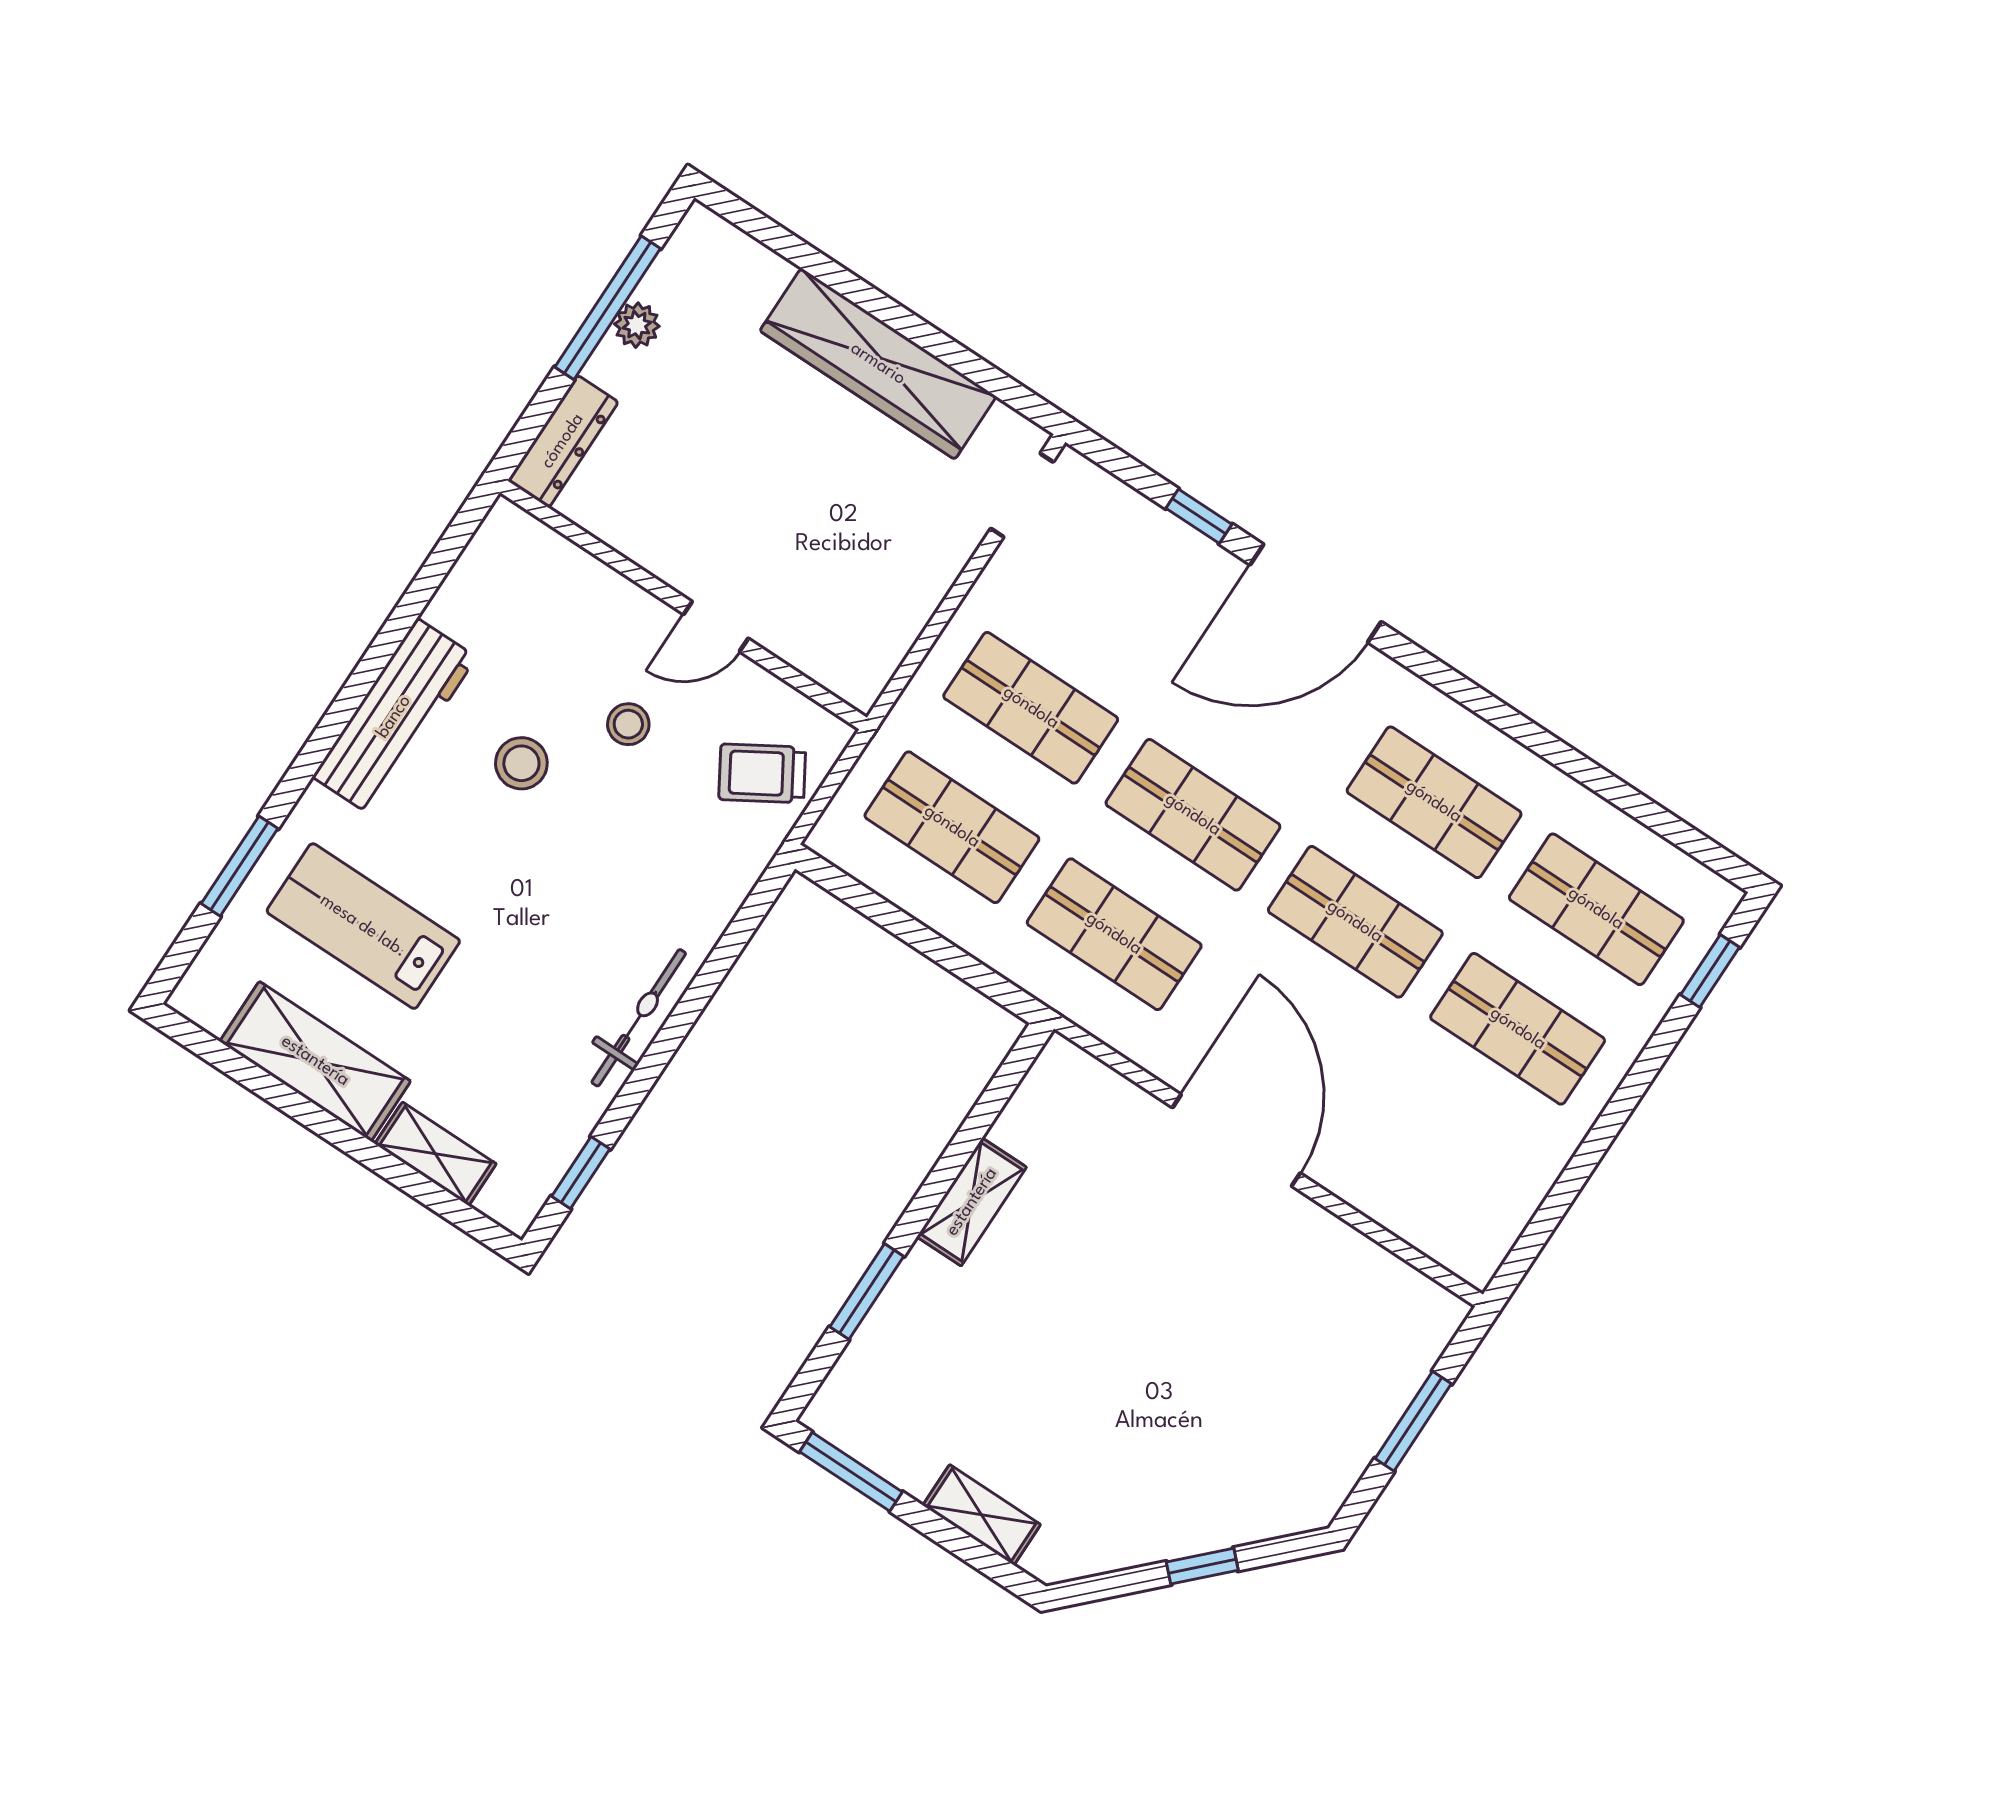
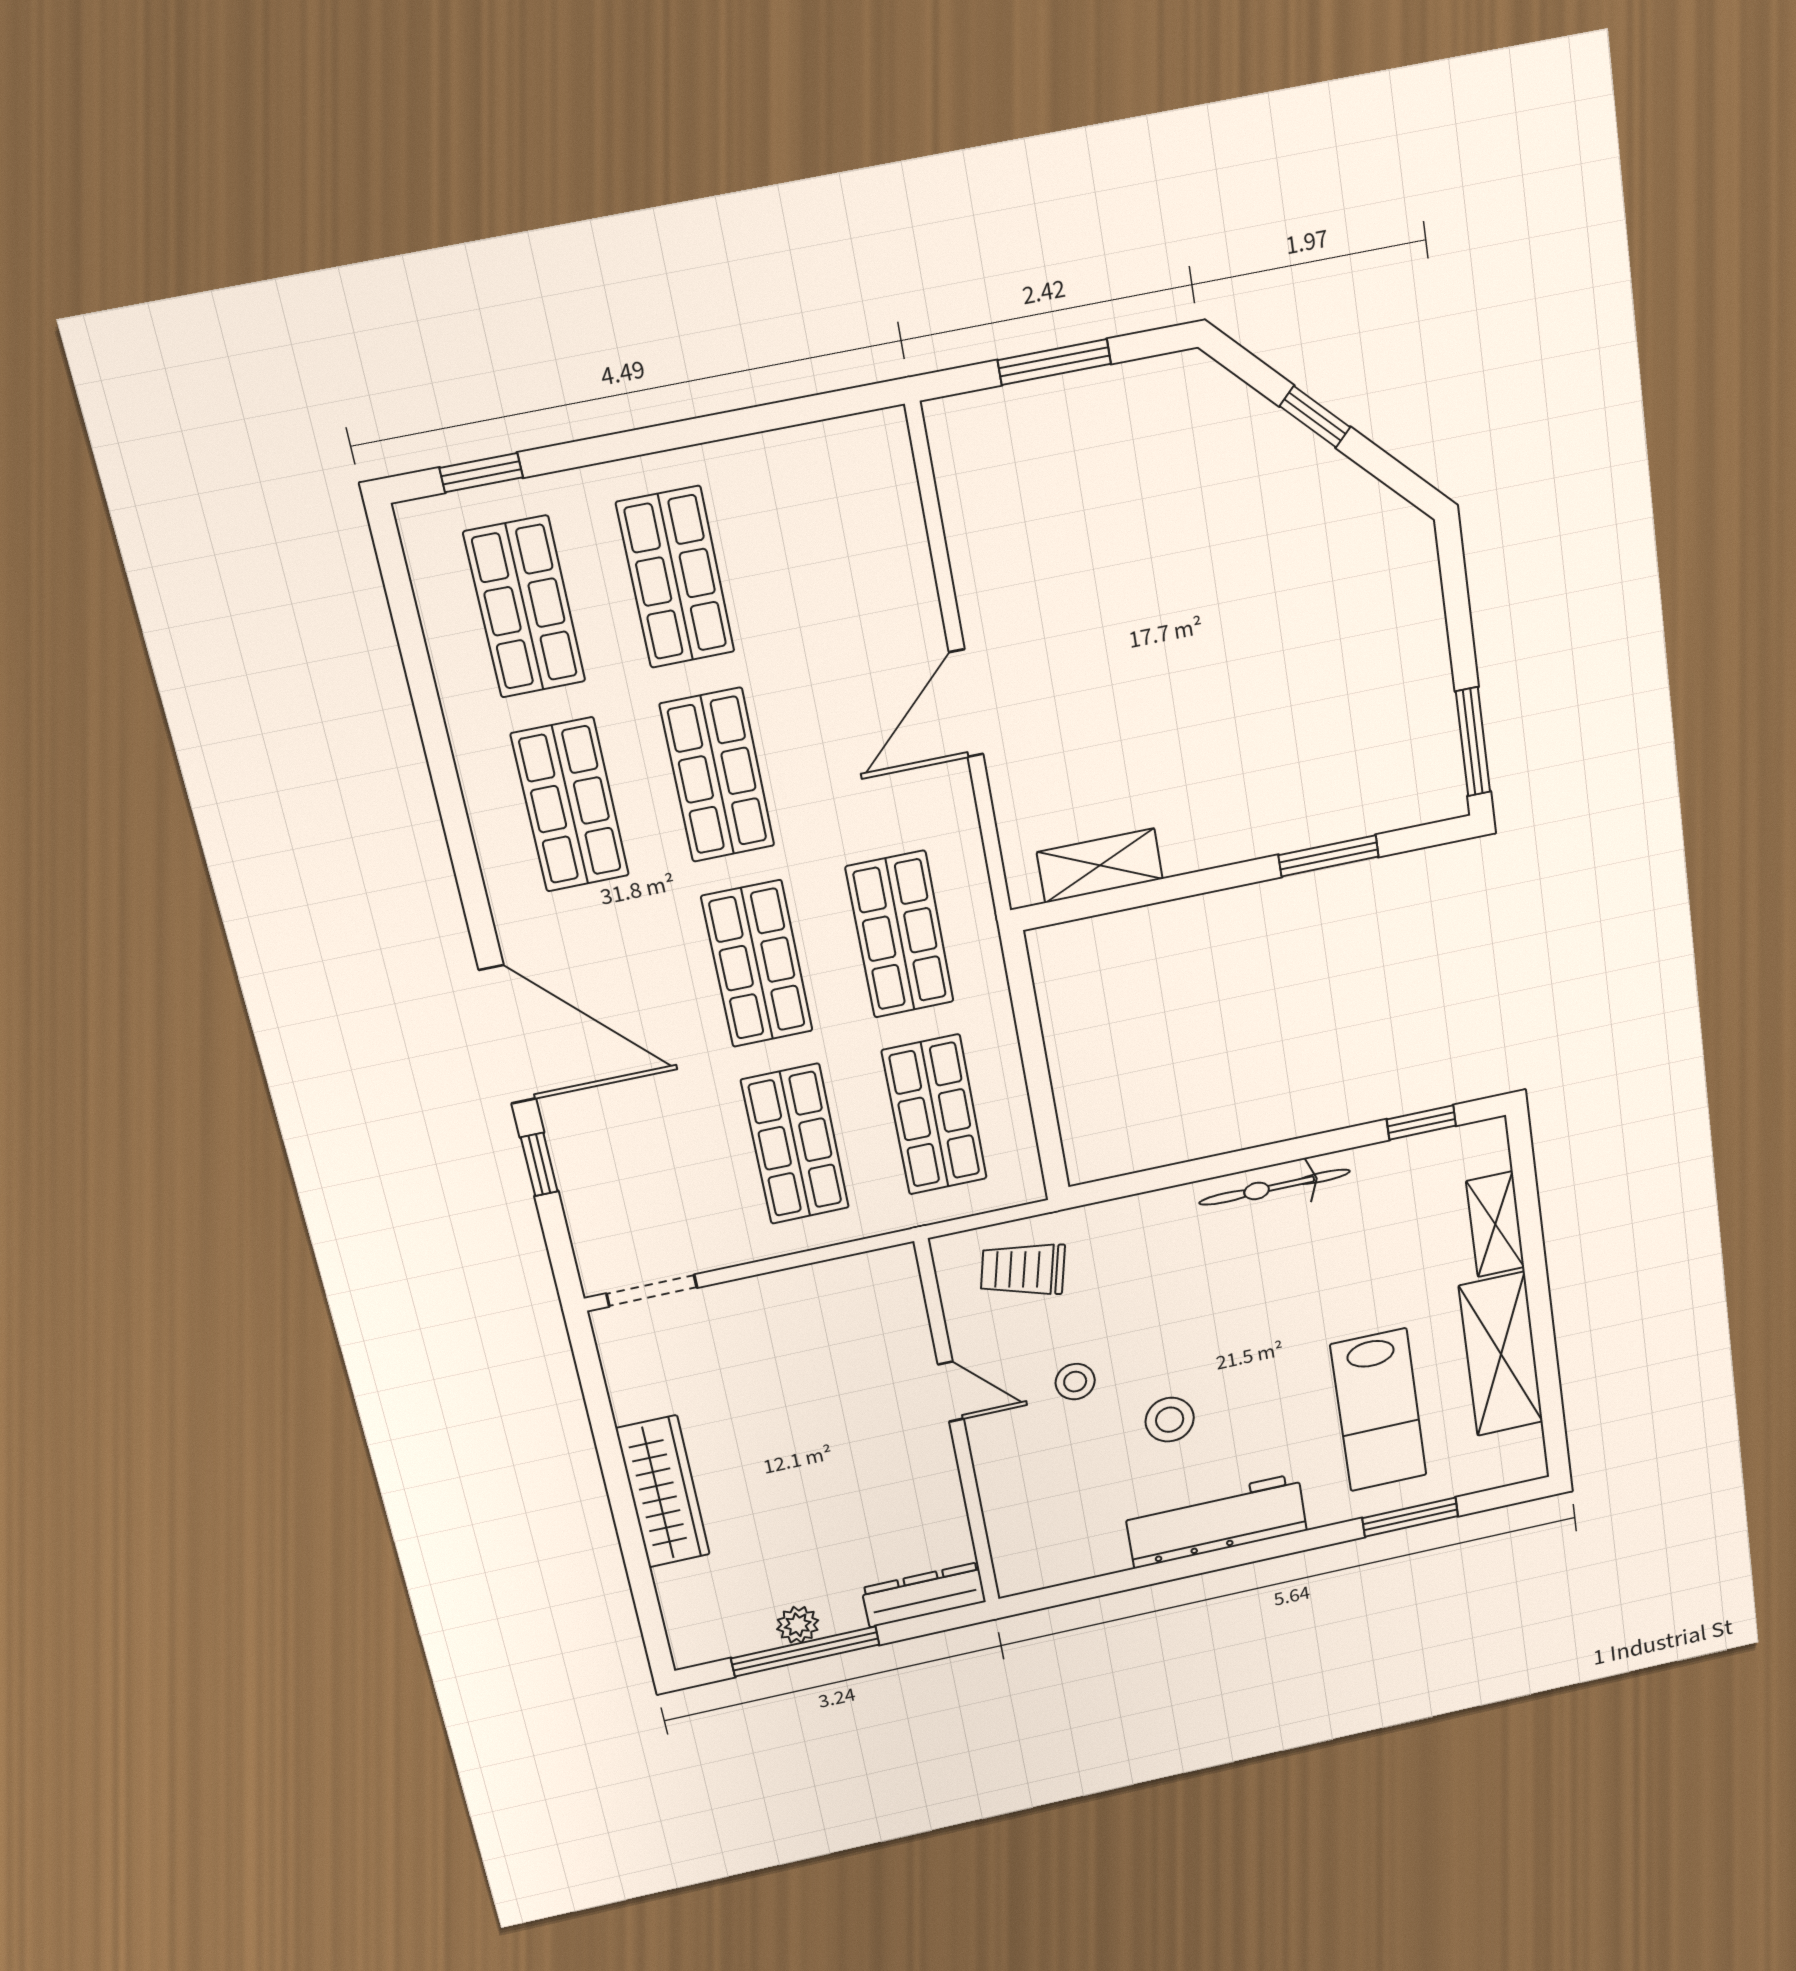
wardrobe: (878, 364) -> (663, 1492), width x0.71, depth x0.85
trolley: (762, 773) -> (1023, 1269), turned 134
door: (1236, 1140) -> (966, 703), width x0.73
shelving: (972, 1202) -> (1100, 866), moved
shelving: (982, 1515) -> (1422, 618), removed

